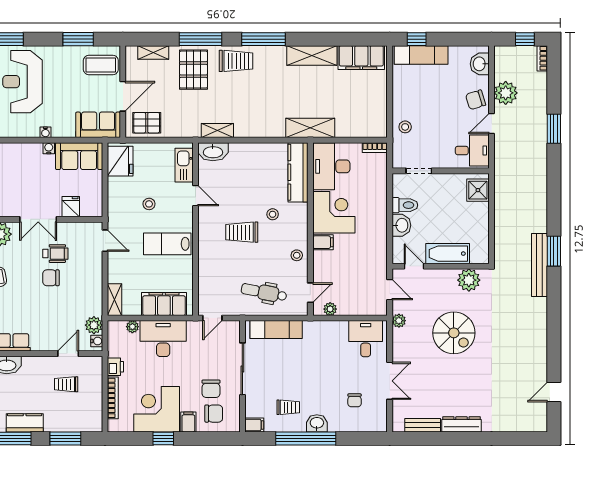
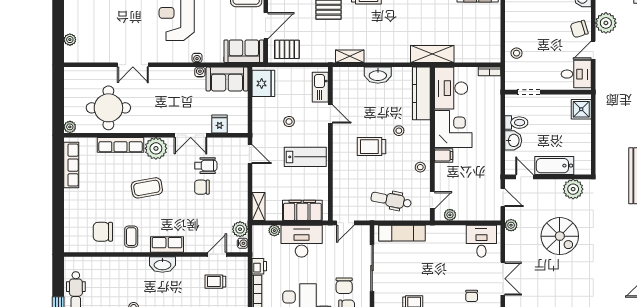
washbasin: (213, 152) -> (378, 75), moved
lab bench: (167, 244) -> (305, 157), turned 180

